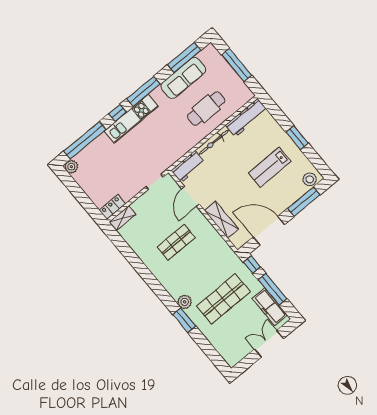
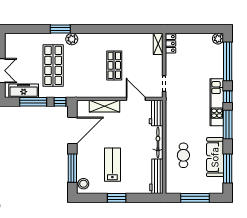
cafe table: (206, 109) -> (183, 155), width x0.73, depth x0.74

